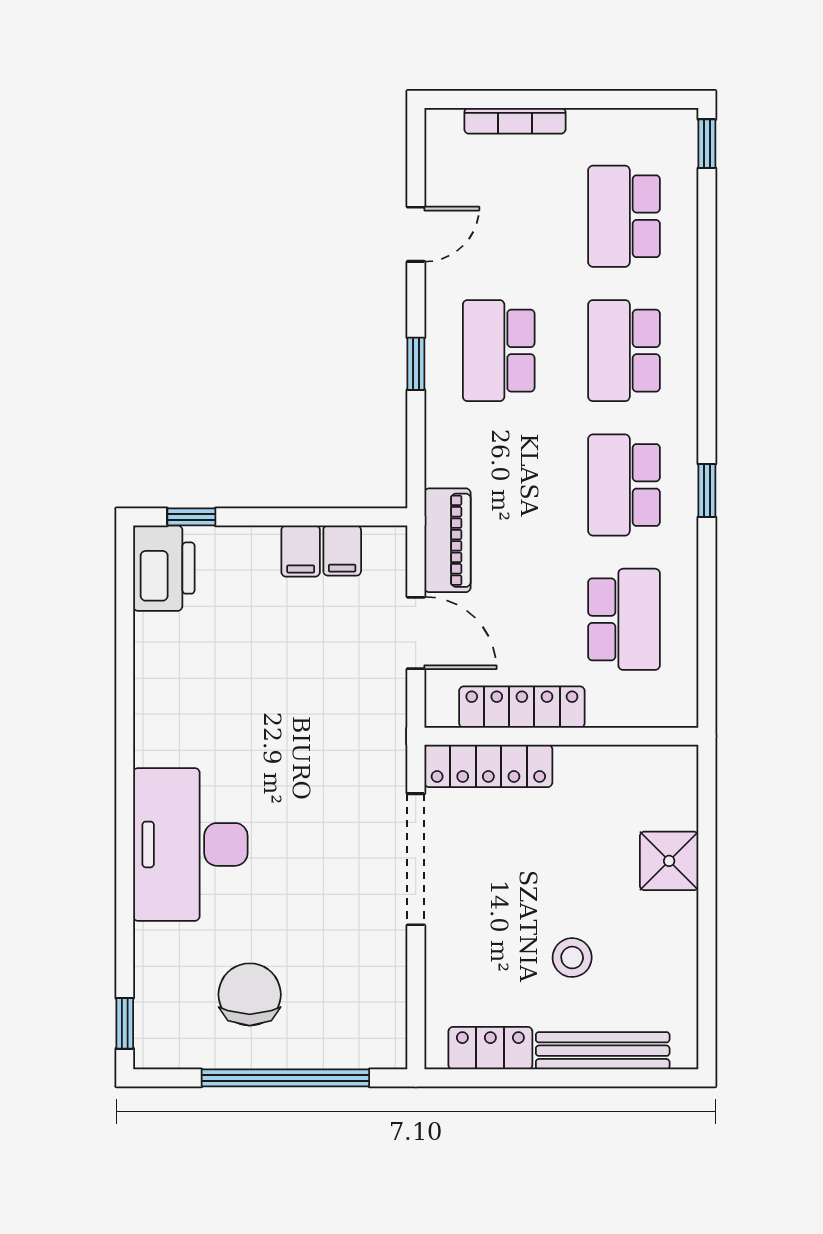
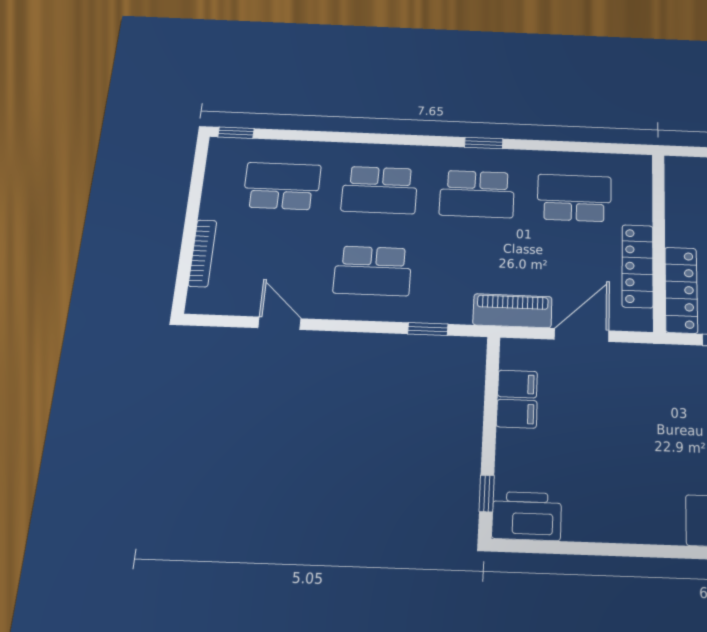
school desk: (624, 216) -> (282, 186), turned 180
window: (416, 364) -> (428, 329), moved

